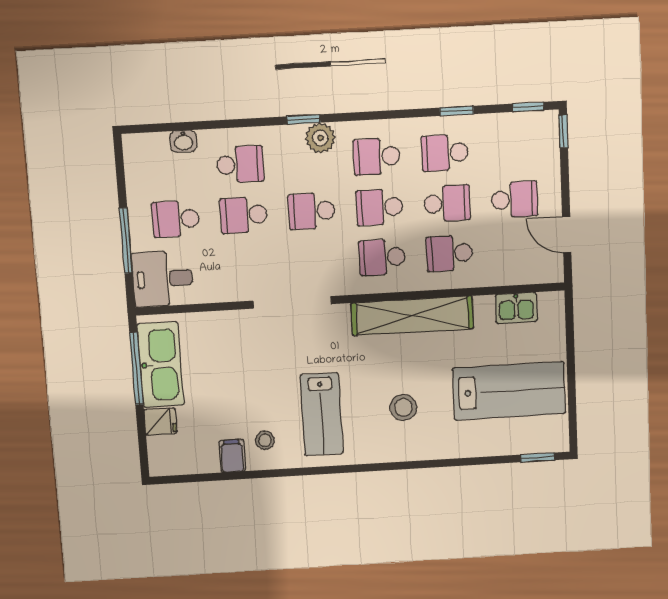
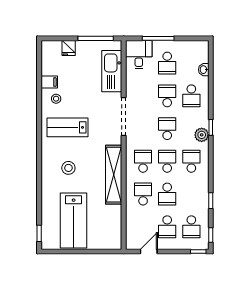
school desk: (445, 153) -> (191, 227), moved, turned 180
school desk: (176, 219) -> (167, 63), turned 180
kitchen sink: (516, 308) -> (114, 226), removed
kitchen sink: (161, 365) -> (112, 71), moved, turned 90

